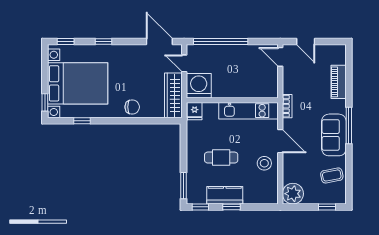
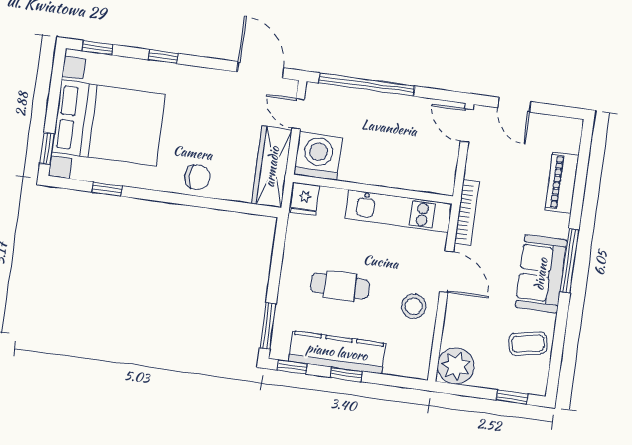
bookcase: (287, 106) -> (467, 212), width x1.56
kitchen counter: (225, 195) -> (337, 352), width x1.50

